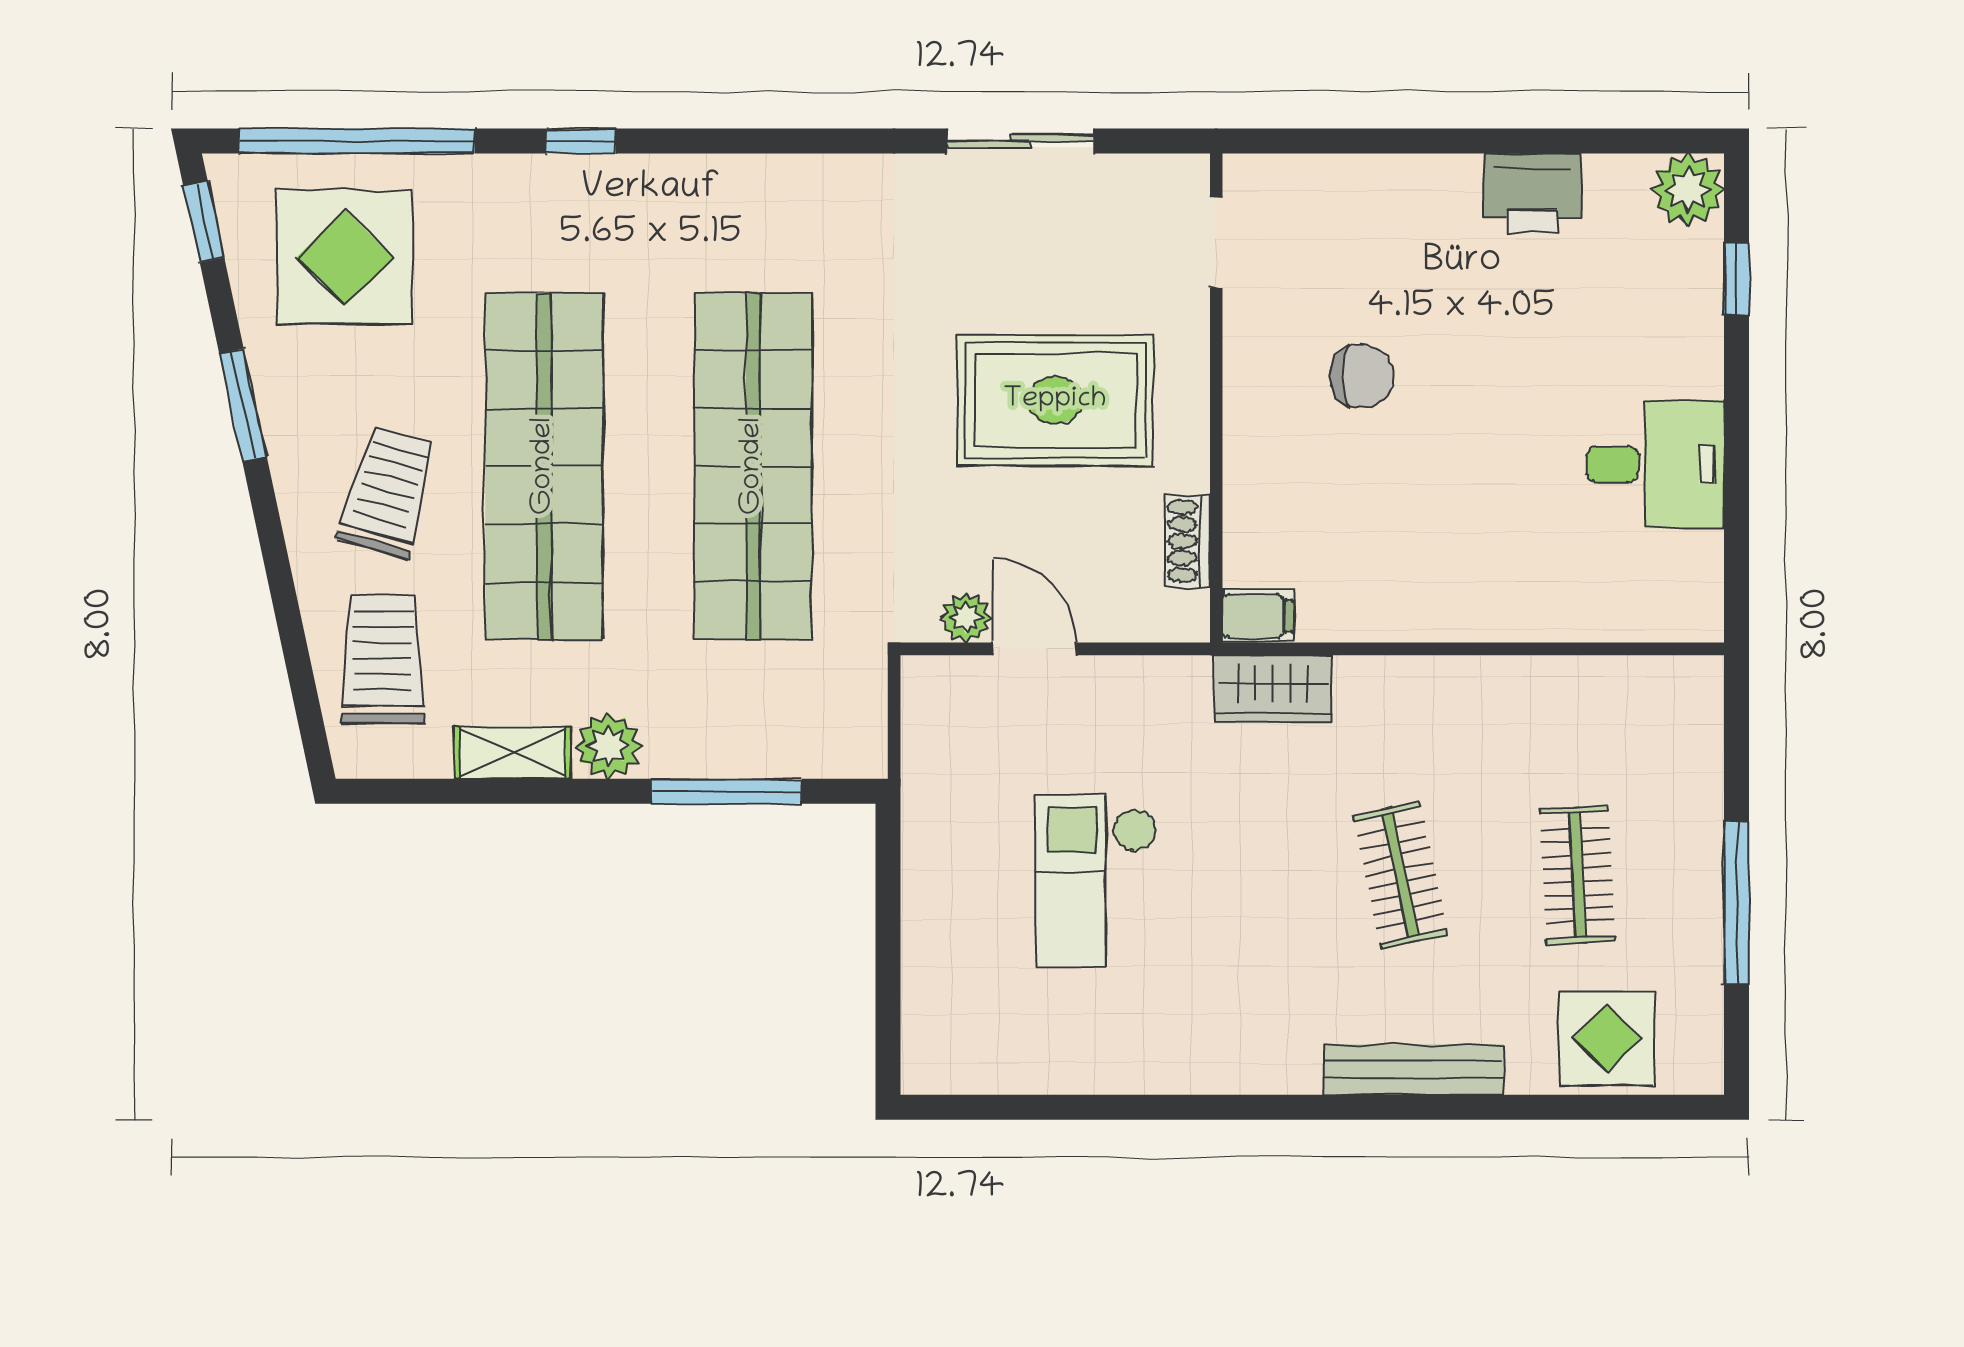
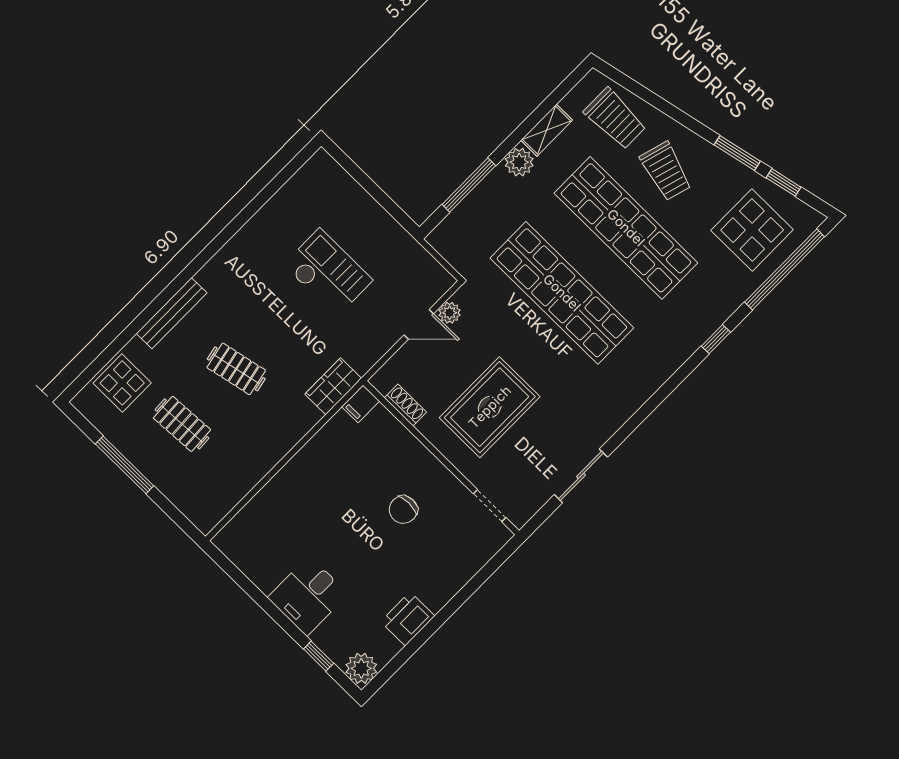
window: (204, 222) -> (784, 182), moved
desk: (1655, 464) -> (308, 596), moved

